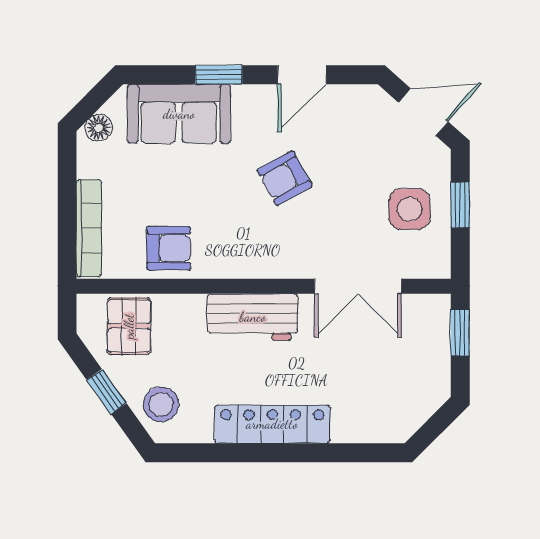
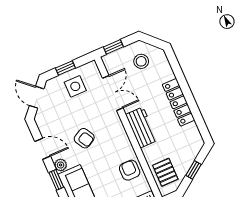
plant: (248, 99) -> (61, 165), added
pallet: (129, 326) -> (165, 172), turned 90
stool: (161, 404) -> (141, 61), moved

